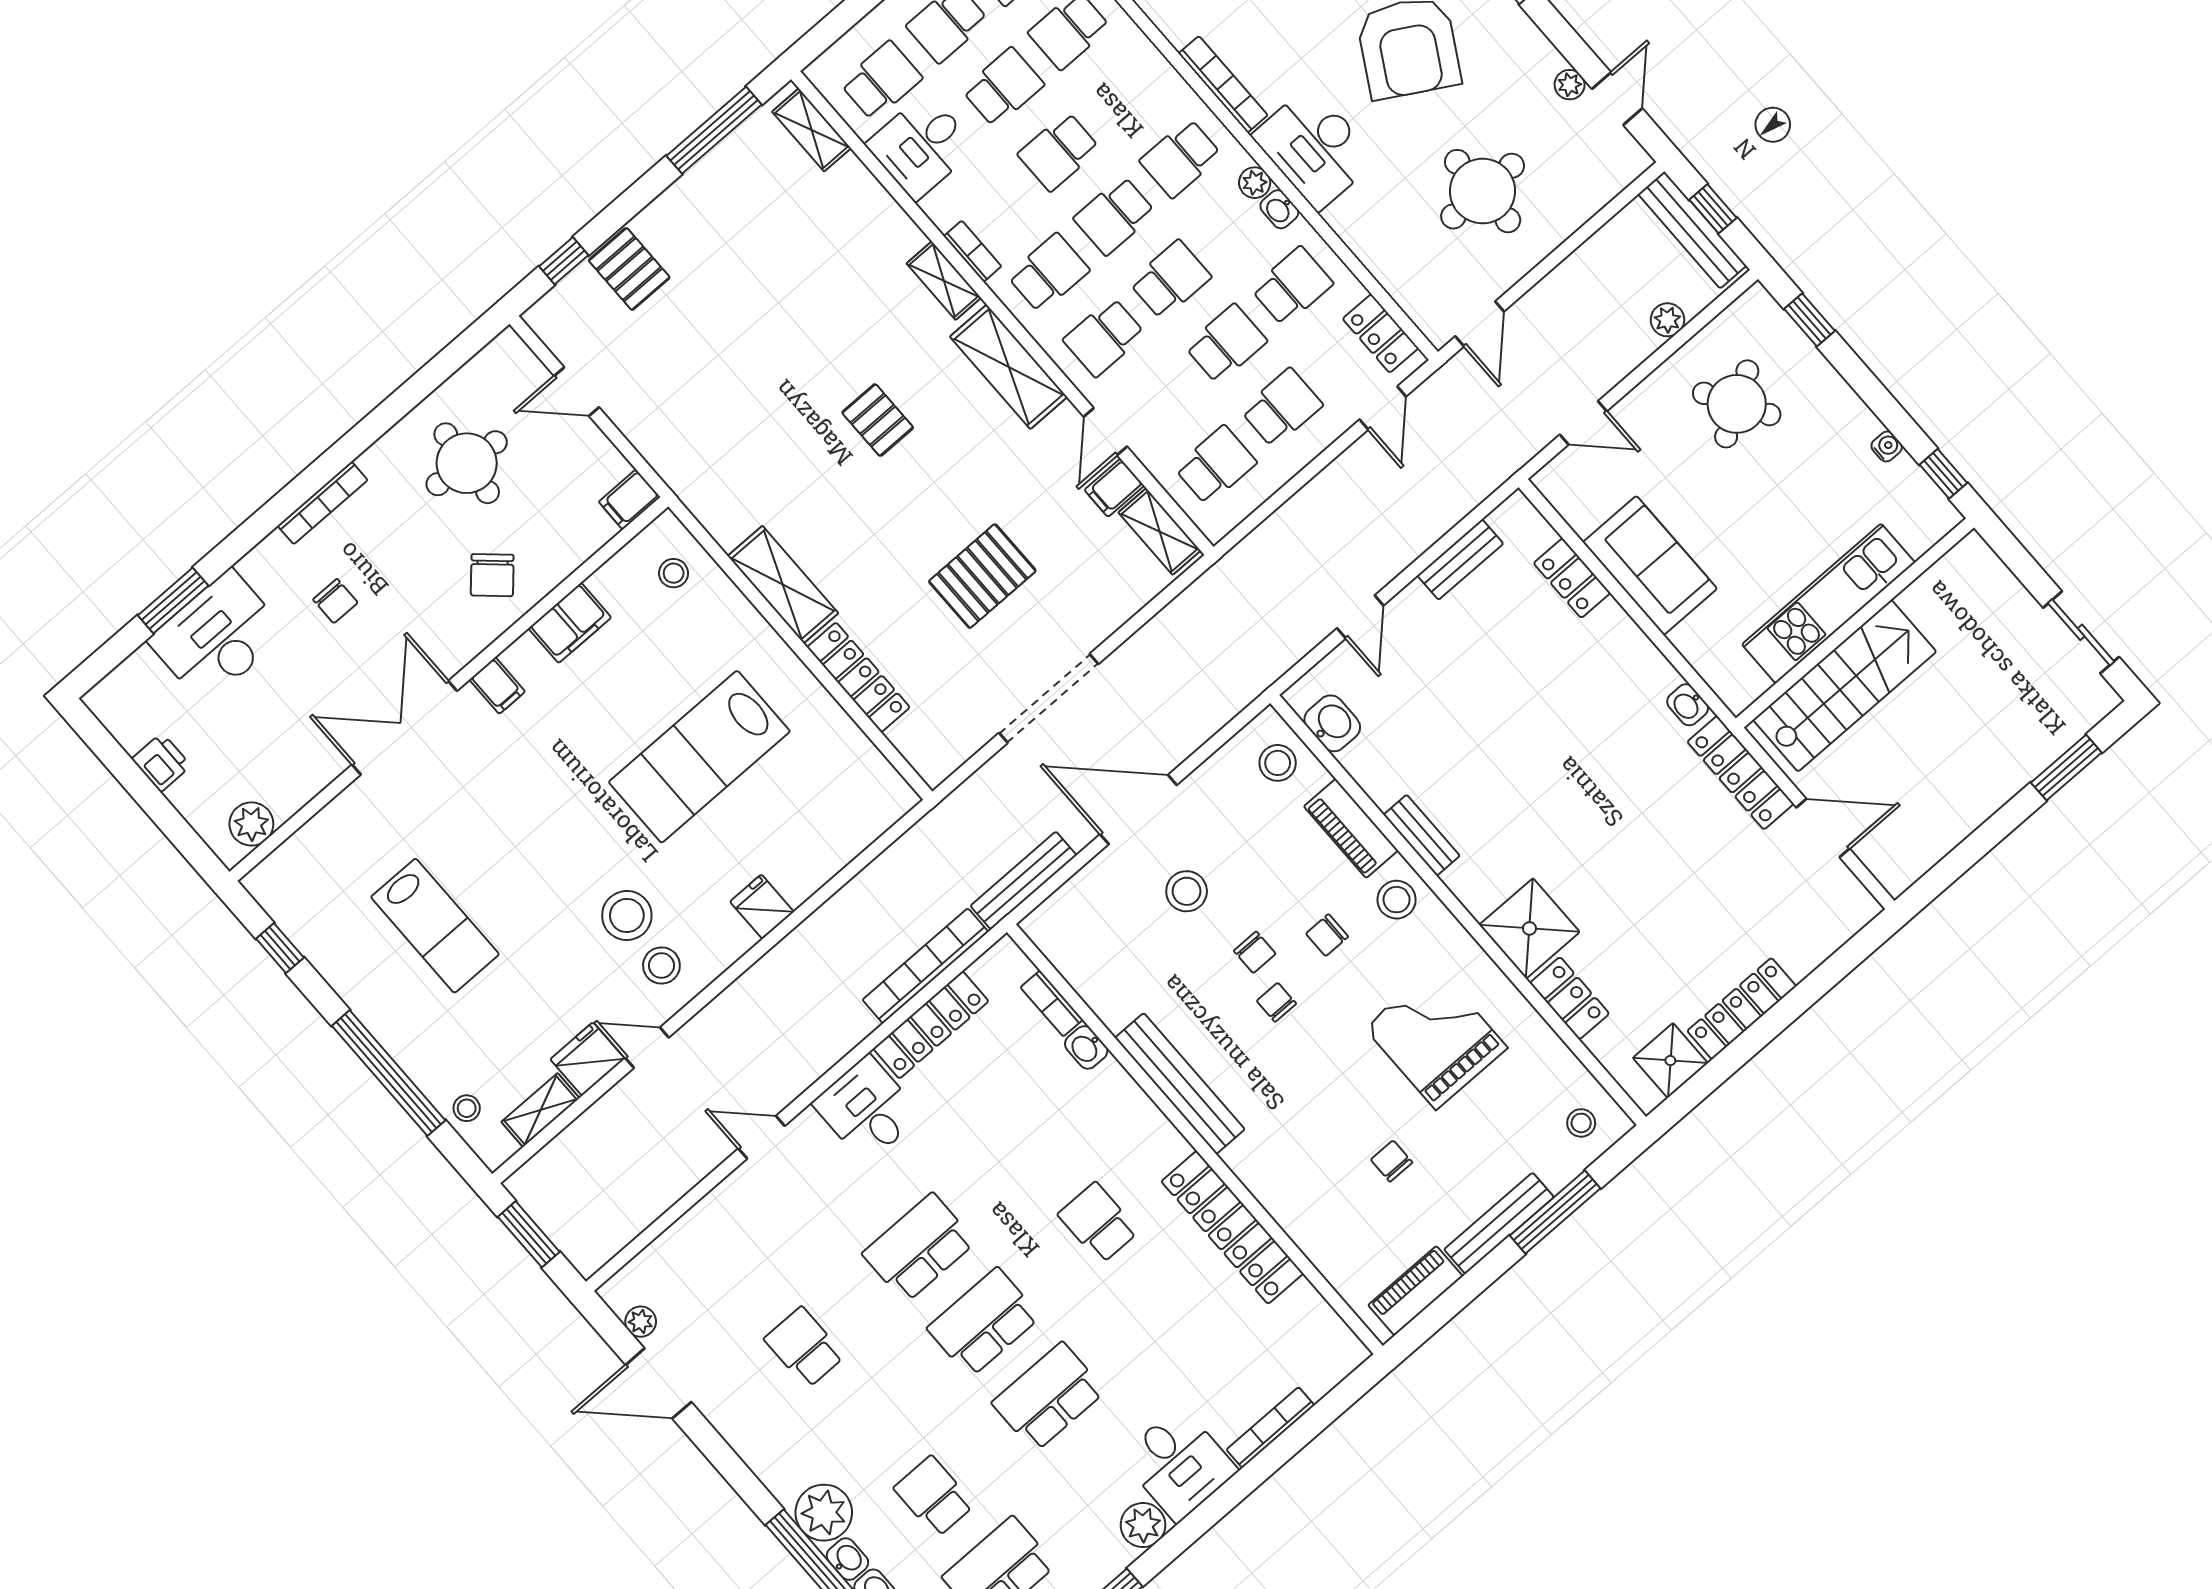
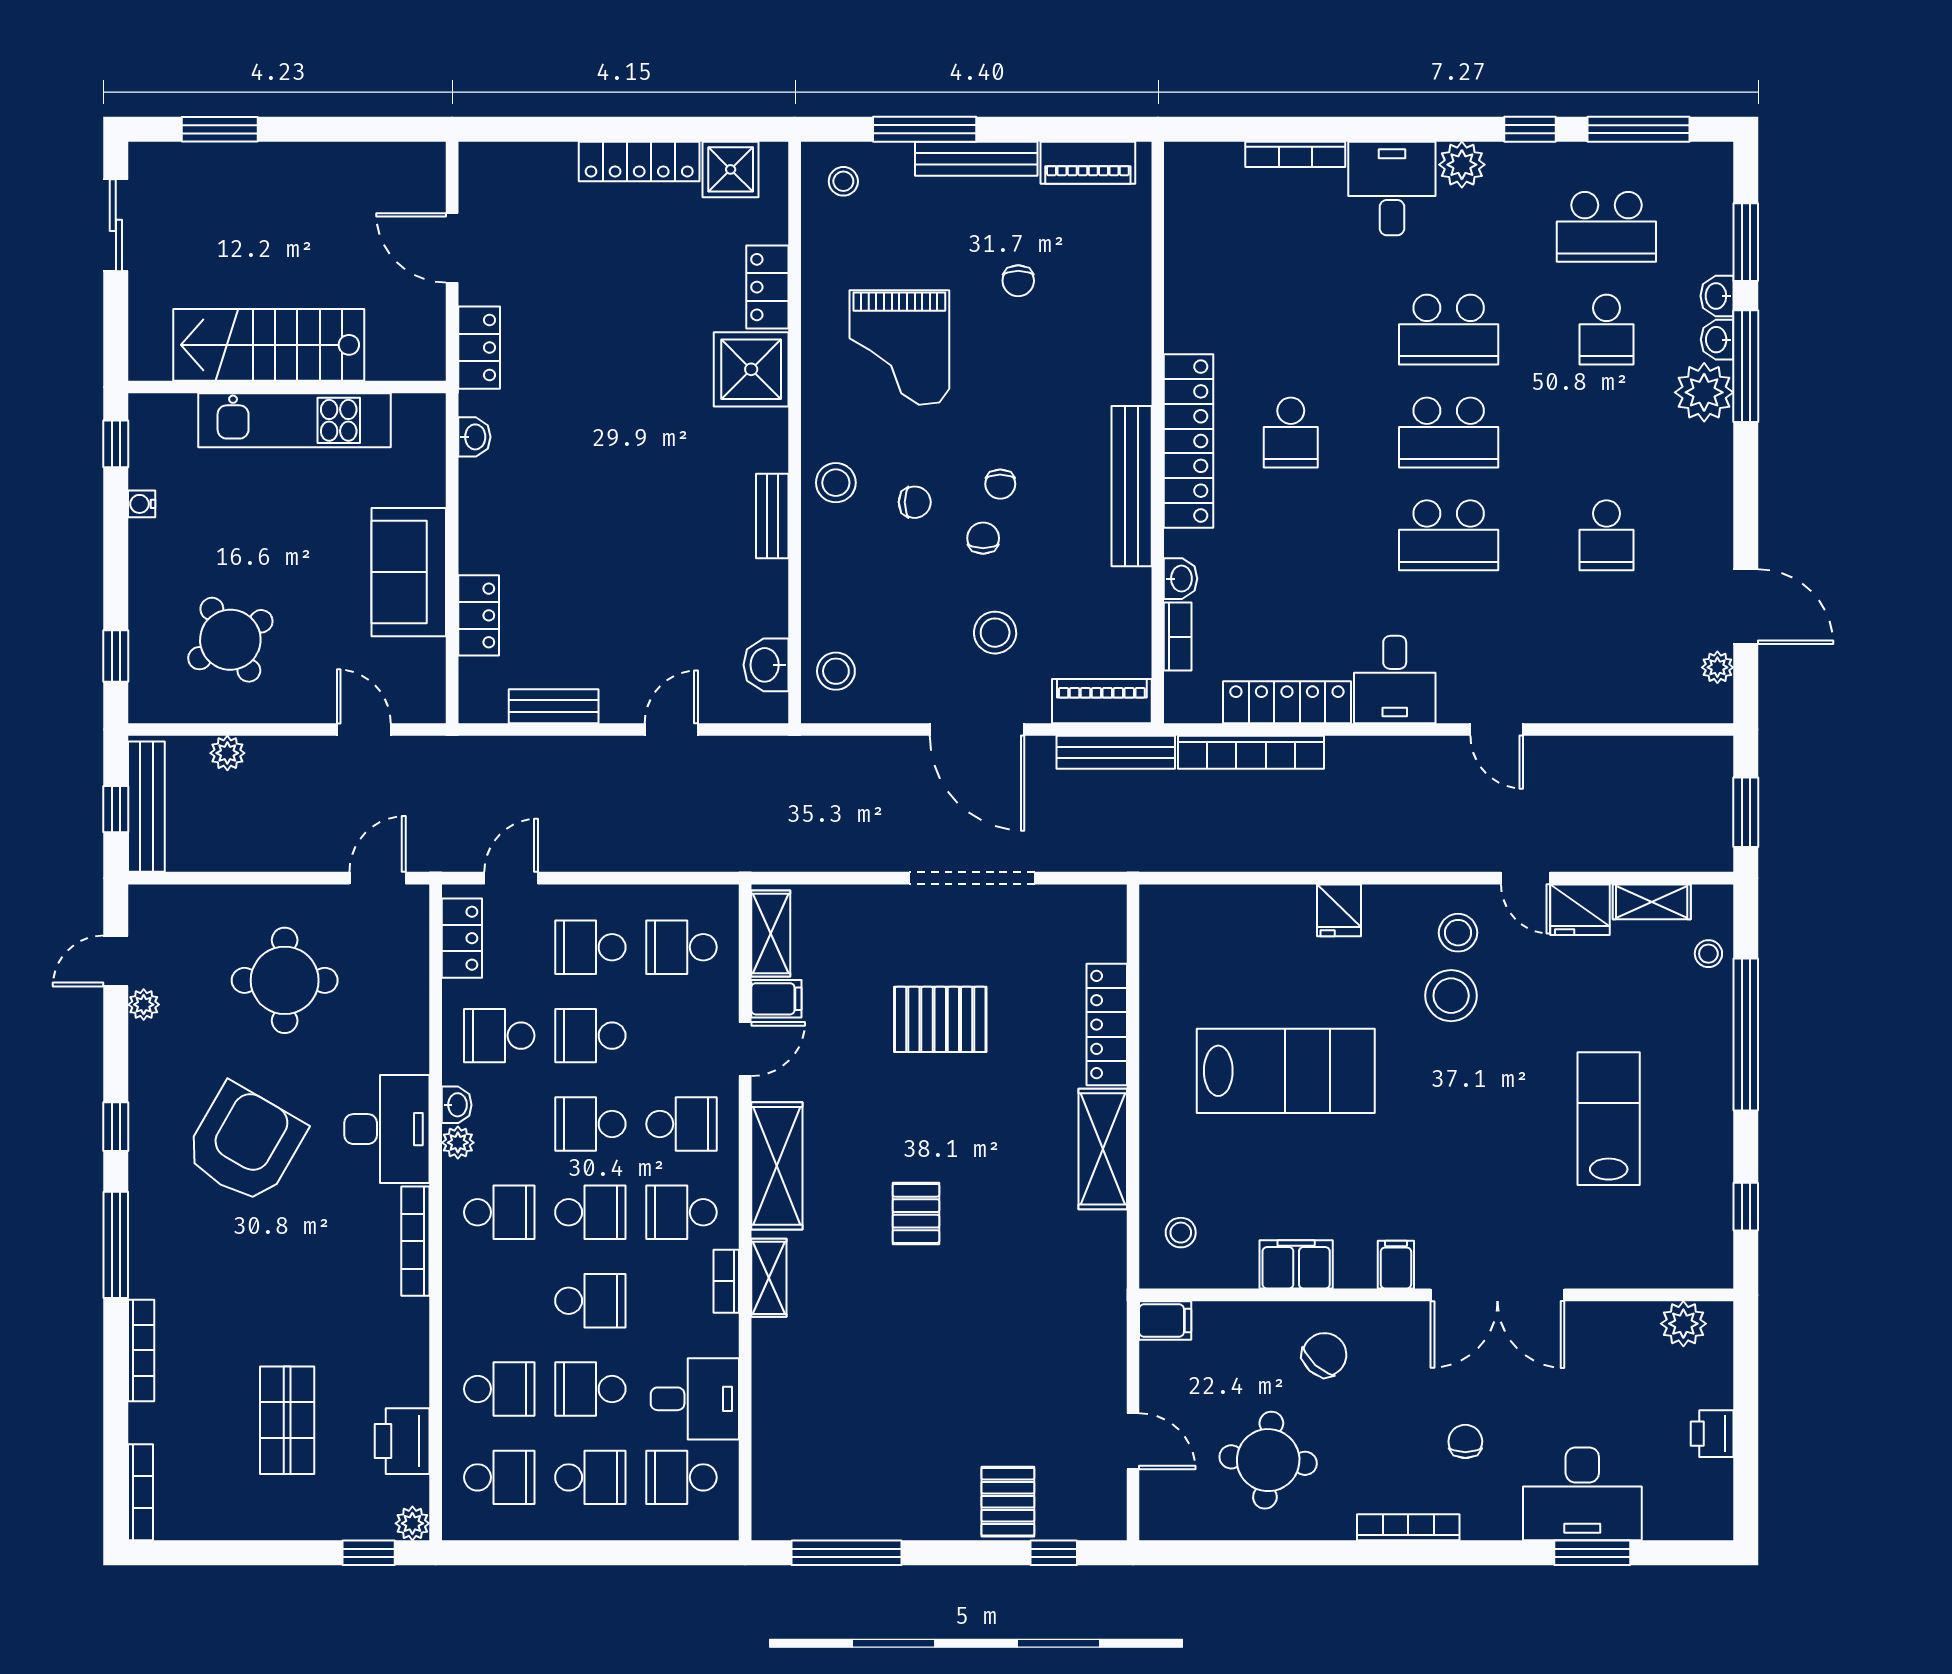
shelving: (811, 130) -> (770, 1486), removed
stairs: (1845, 686) -> (269, 345), moved
locker: (1740, 773) -> (479, 348), width x0.66
piano: (1351, 828) -> (1102, 701), moved, turned -90
locker: (1232, 1227) -> (1188, 441), moved

